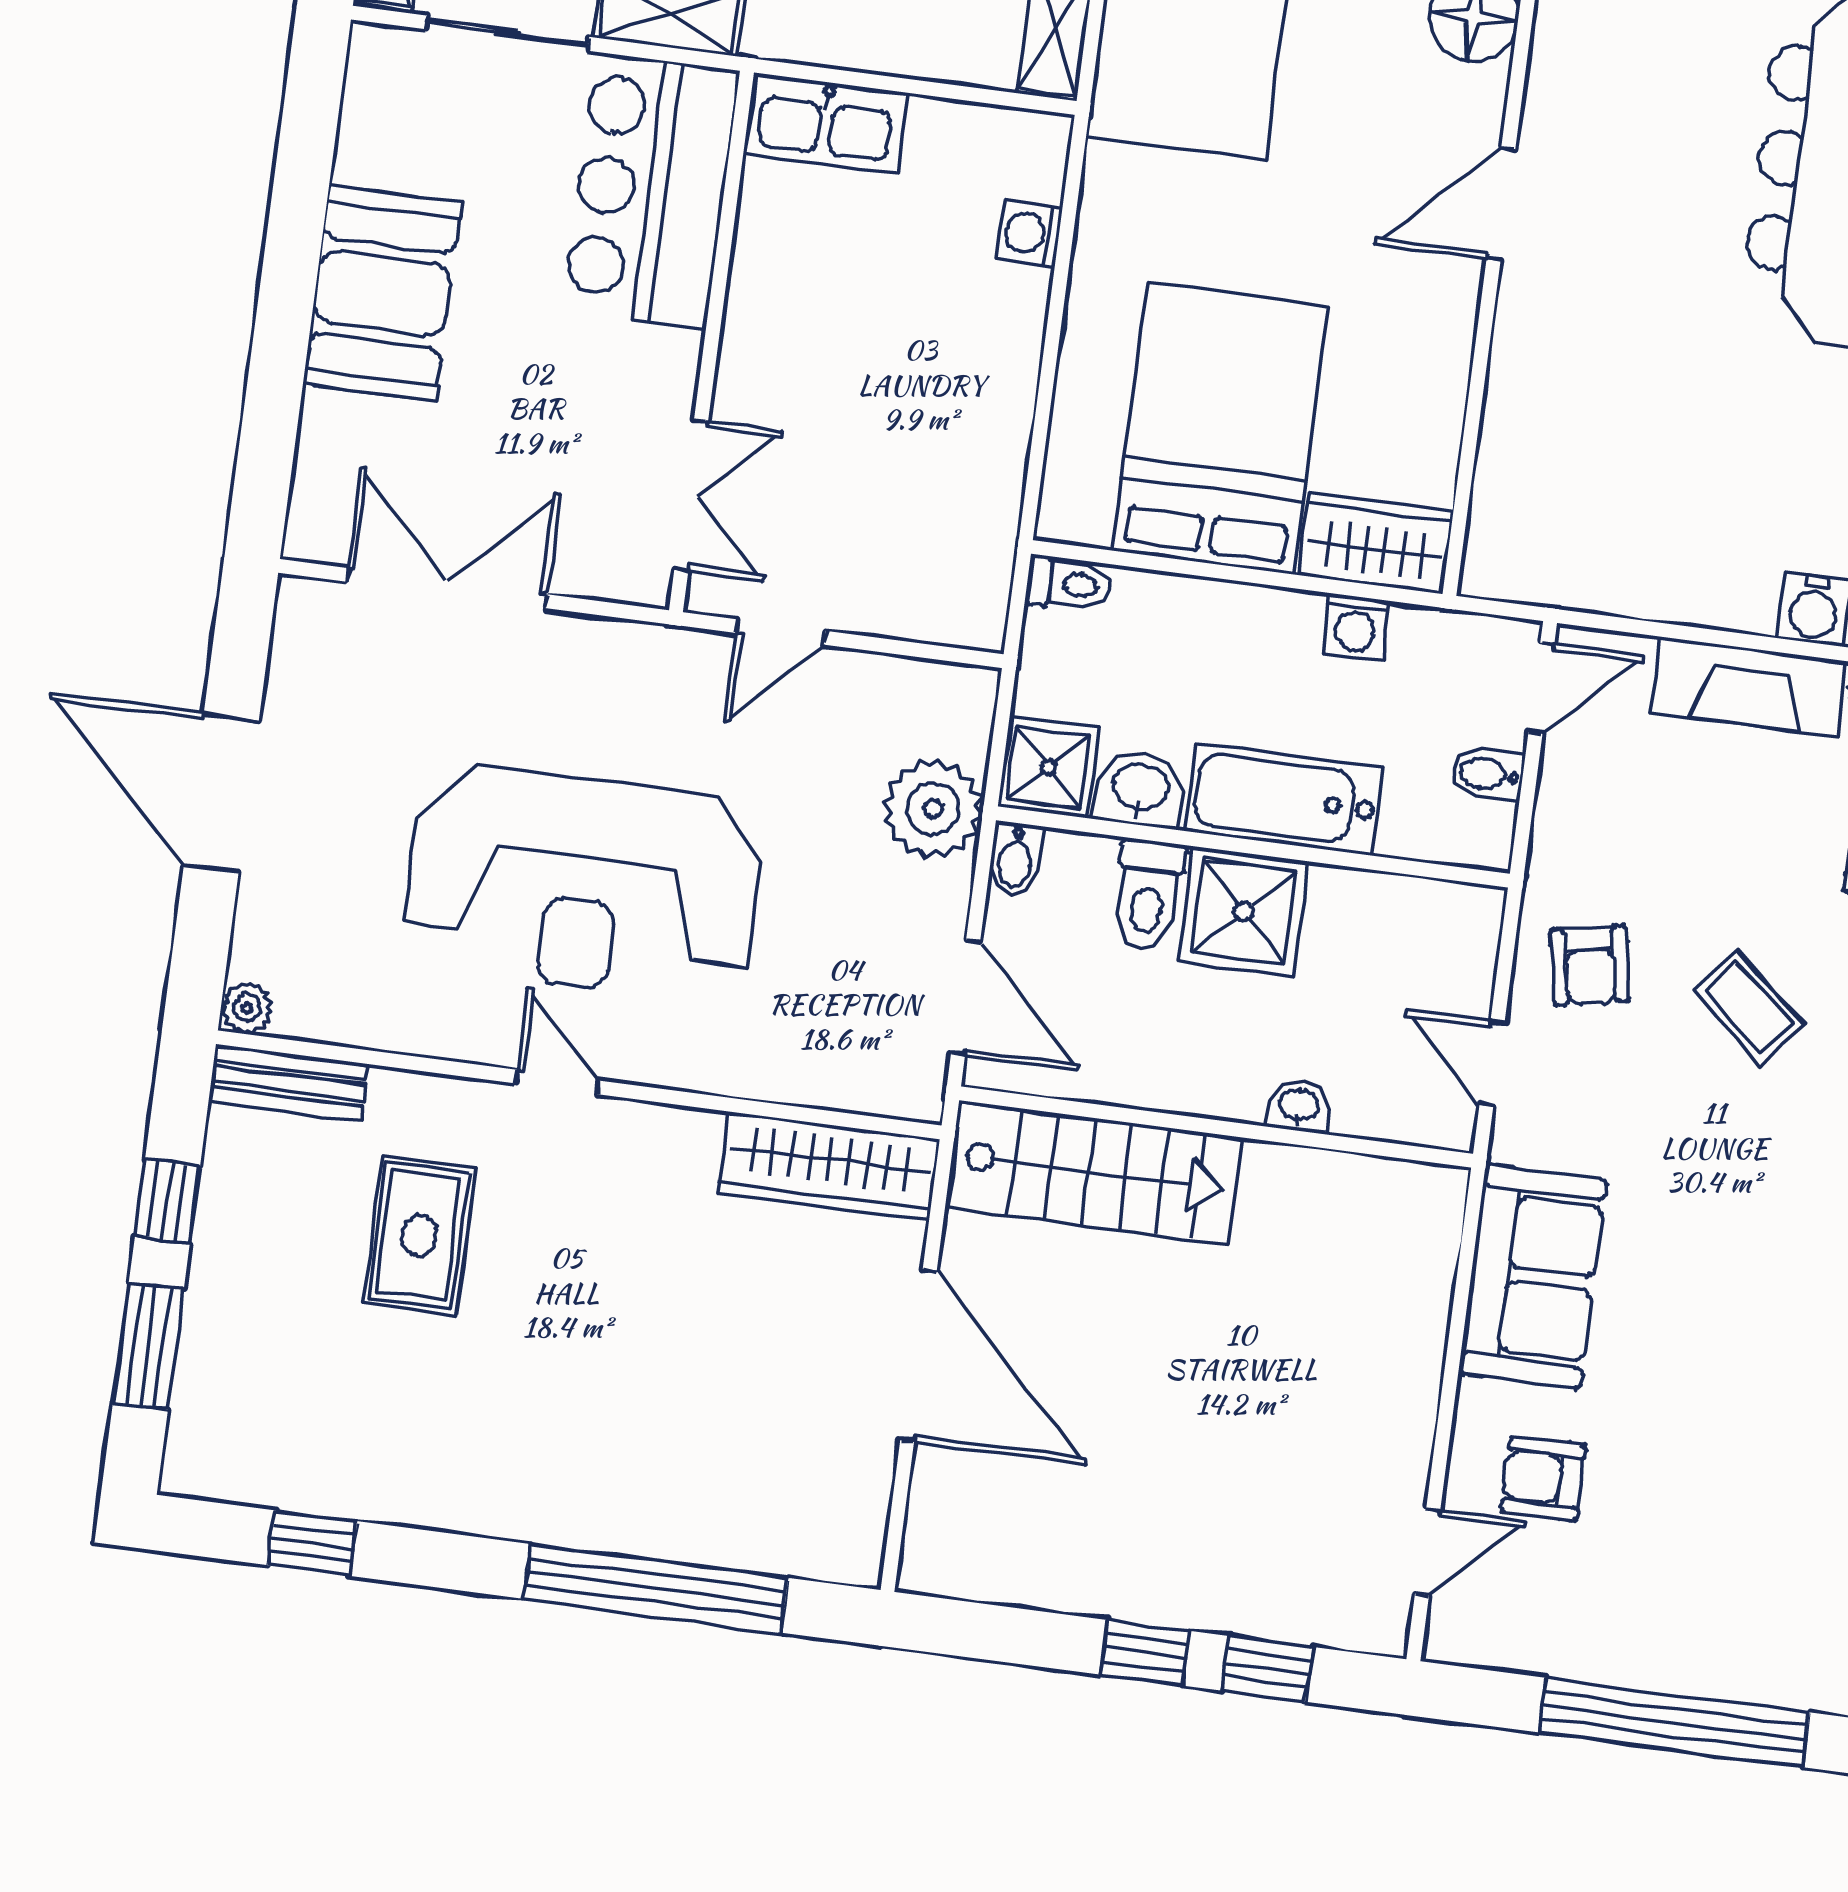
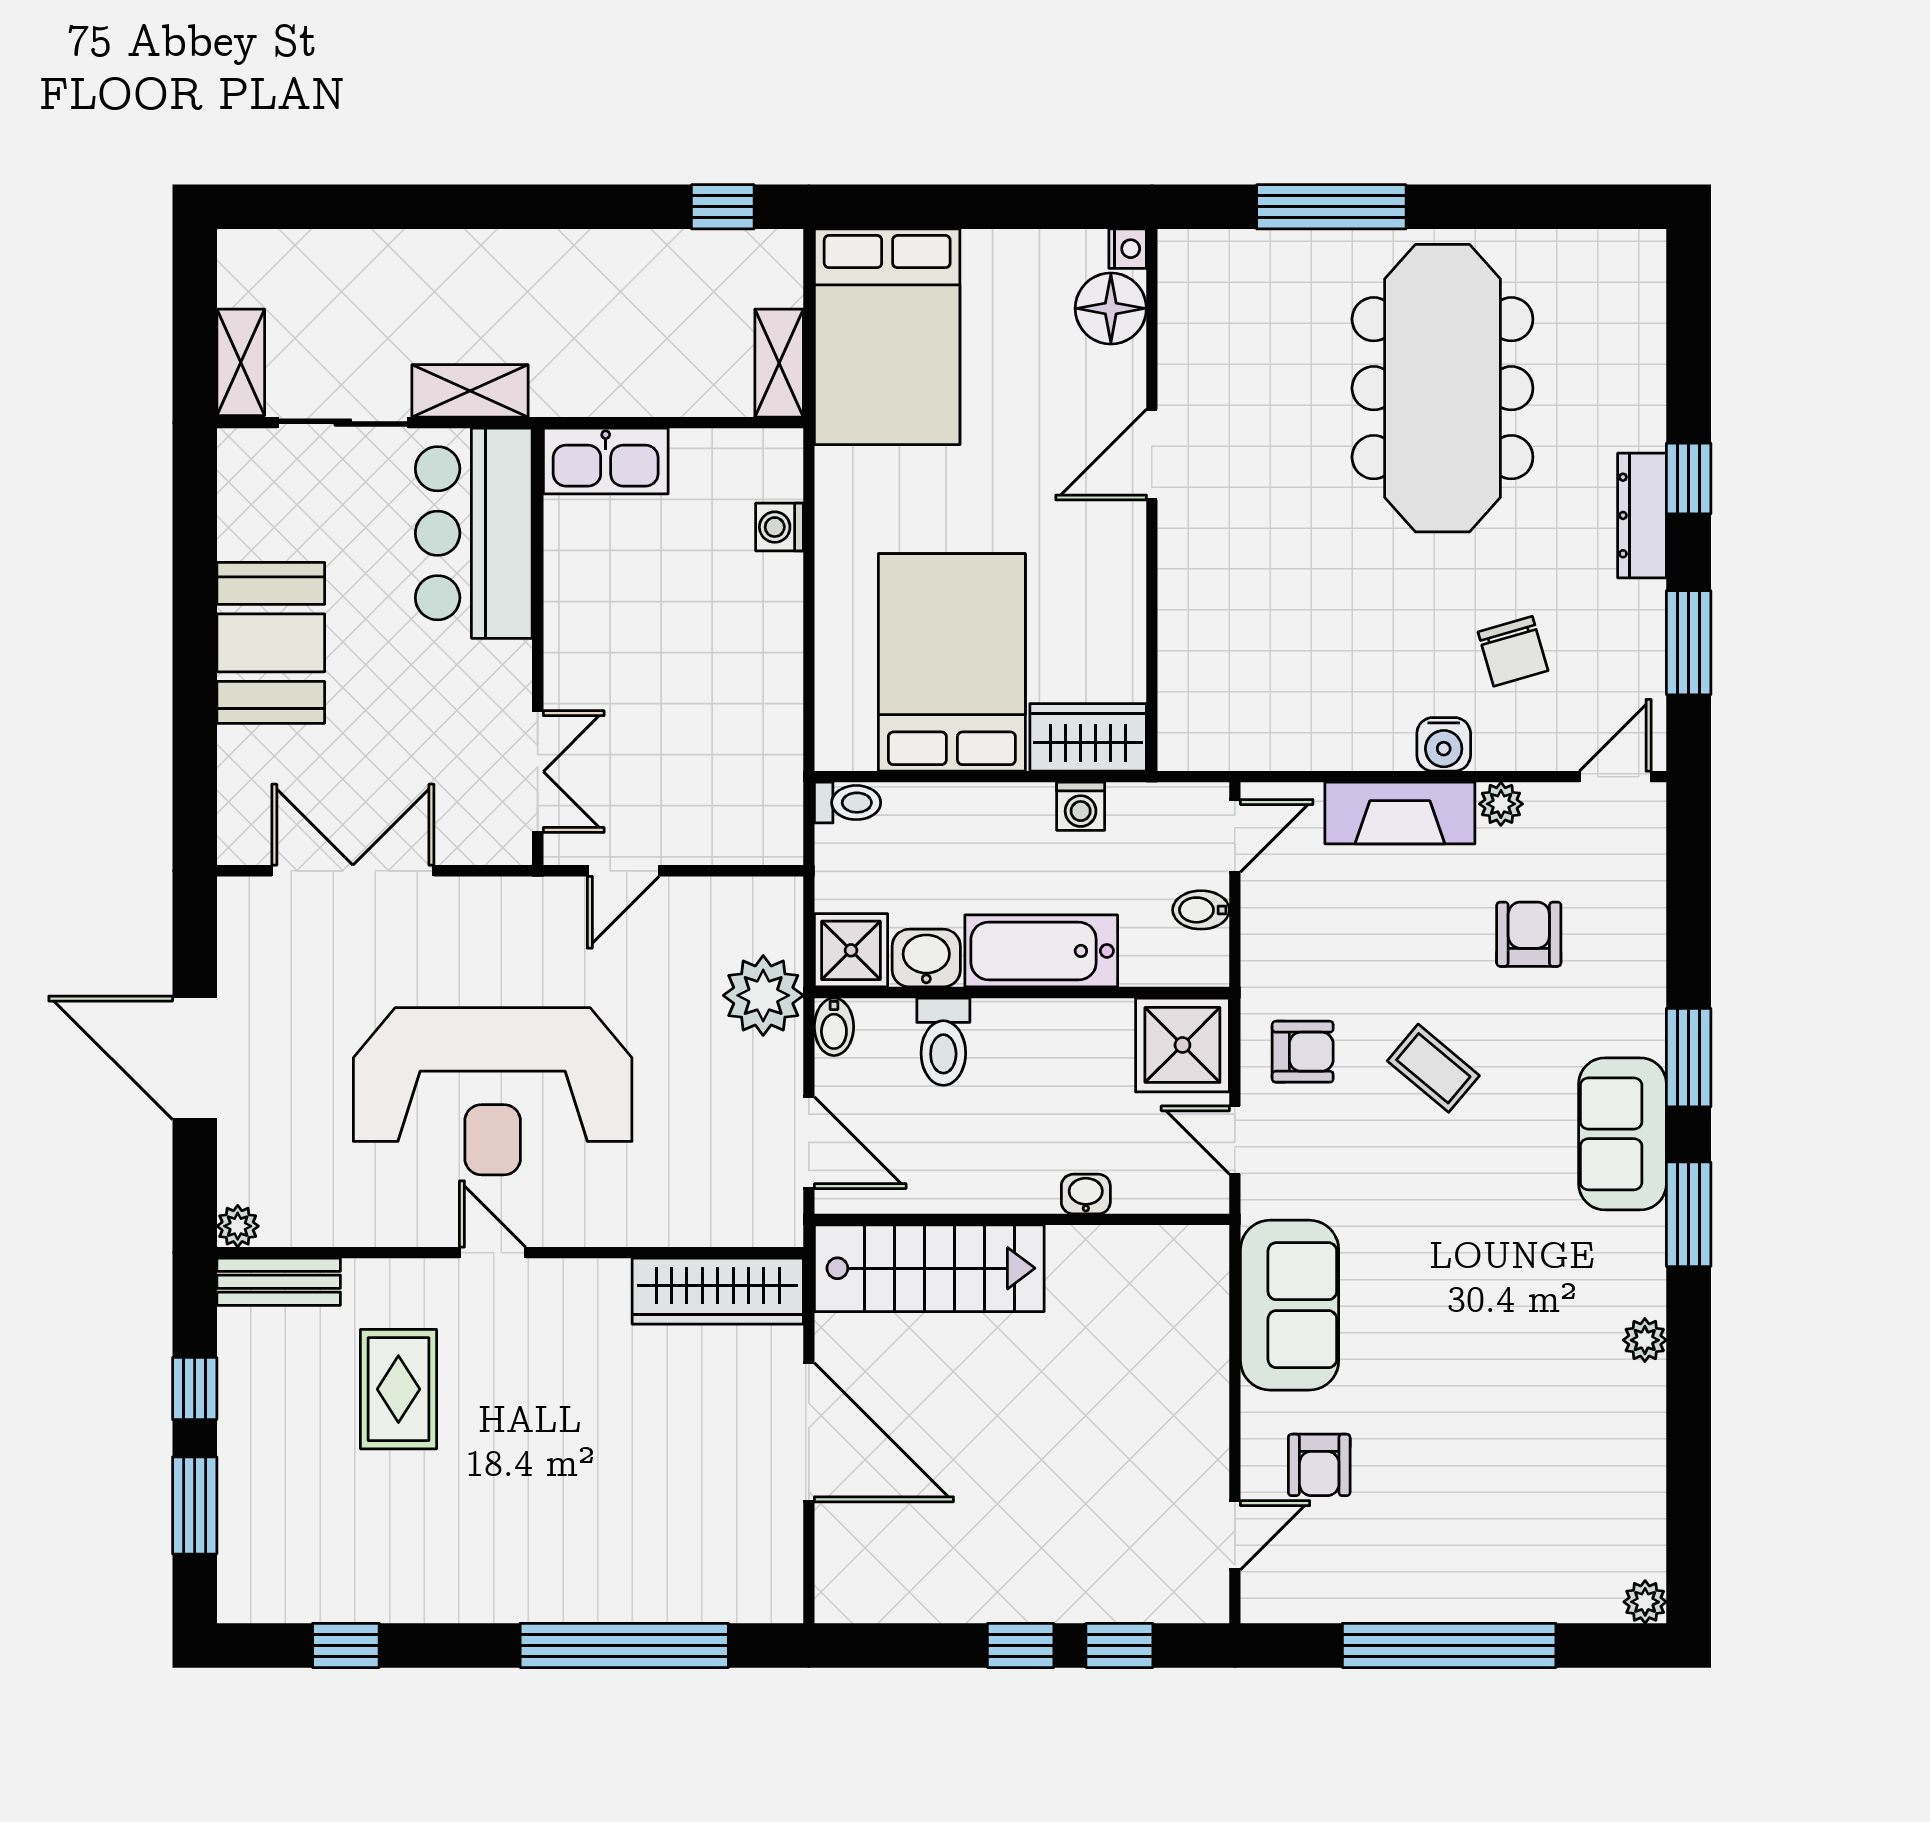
shower: (1244, 912) -> (1182, 1045), moved
armchair: (1590, 966) -> (1303, 1052), turned -79
armchair: (1543, 1479) -> (1319, 1465), turned -90

